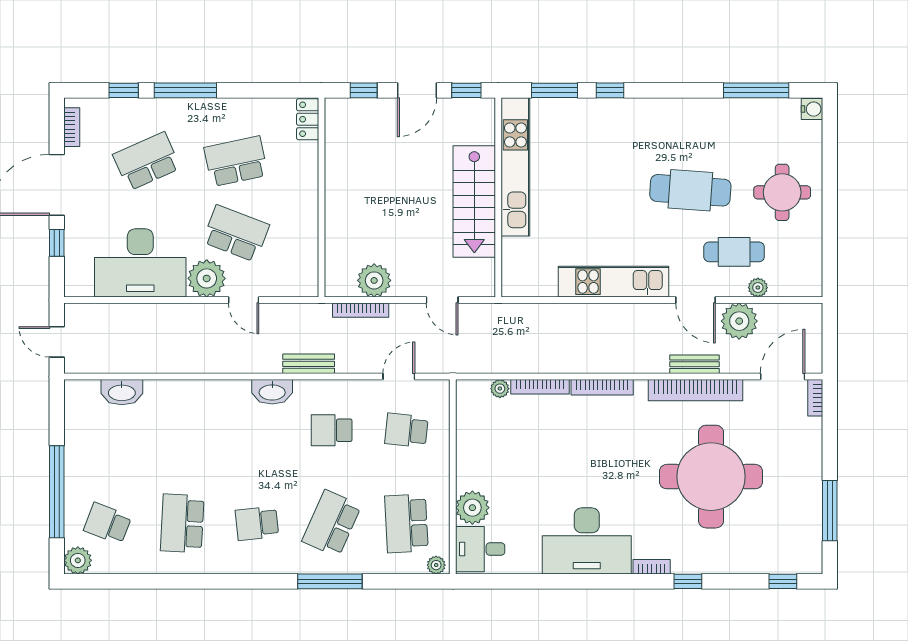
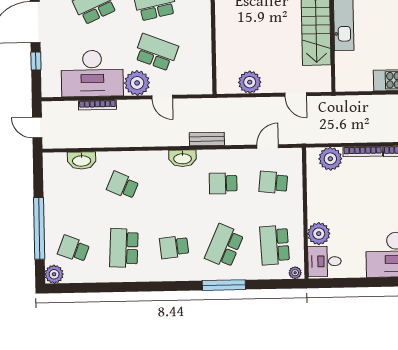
bookcase: (361, 310) -> (97, 105), moved
plant: (500, 389) -> (330, 159), width x1.88, depth x1.88
school desk: (182, 430) -> (123, 185), added

